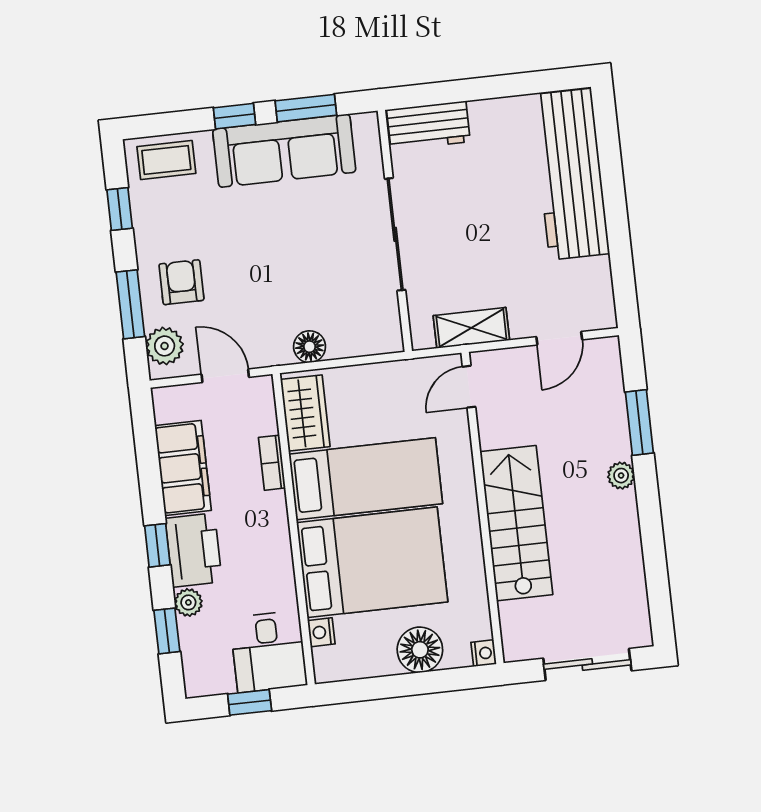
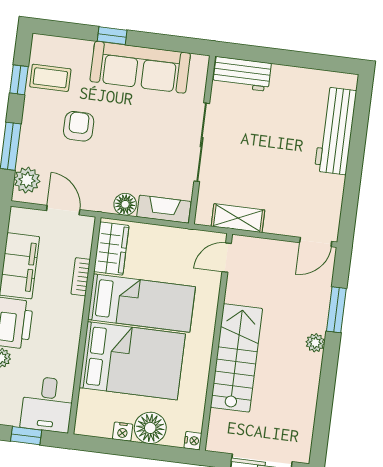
window: (306, 108) -> (162, 42), removed
coffee table: (166, 160) -> (50, 78), moved
workbench: (570, 174) -> (335, 131), width x0.73, depth x0.76
armchair: (181, 282) -> (79, 126), moved
door: (559, 338) -> (316, 242), moved
fireplace: (365, 340) -> (164, 209), added
nightstand: (321, 632) -> (123, 432), moved, turned -90

